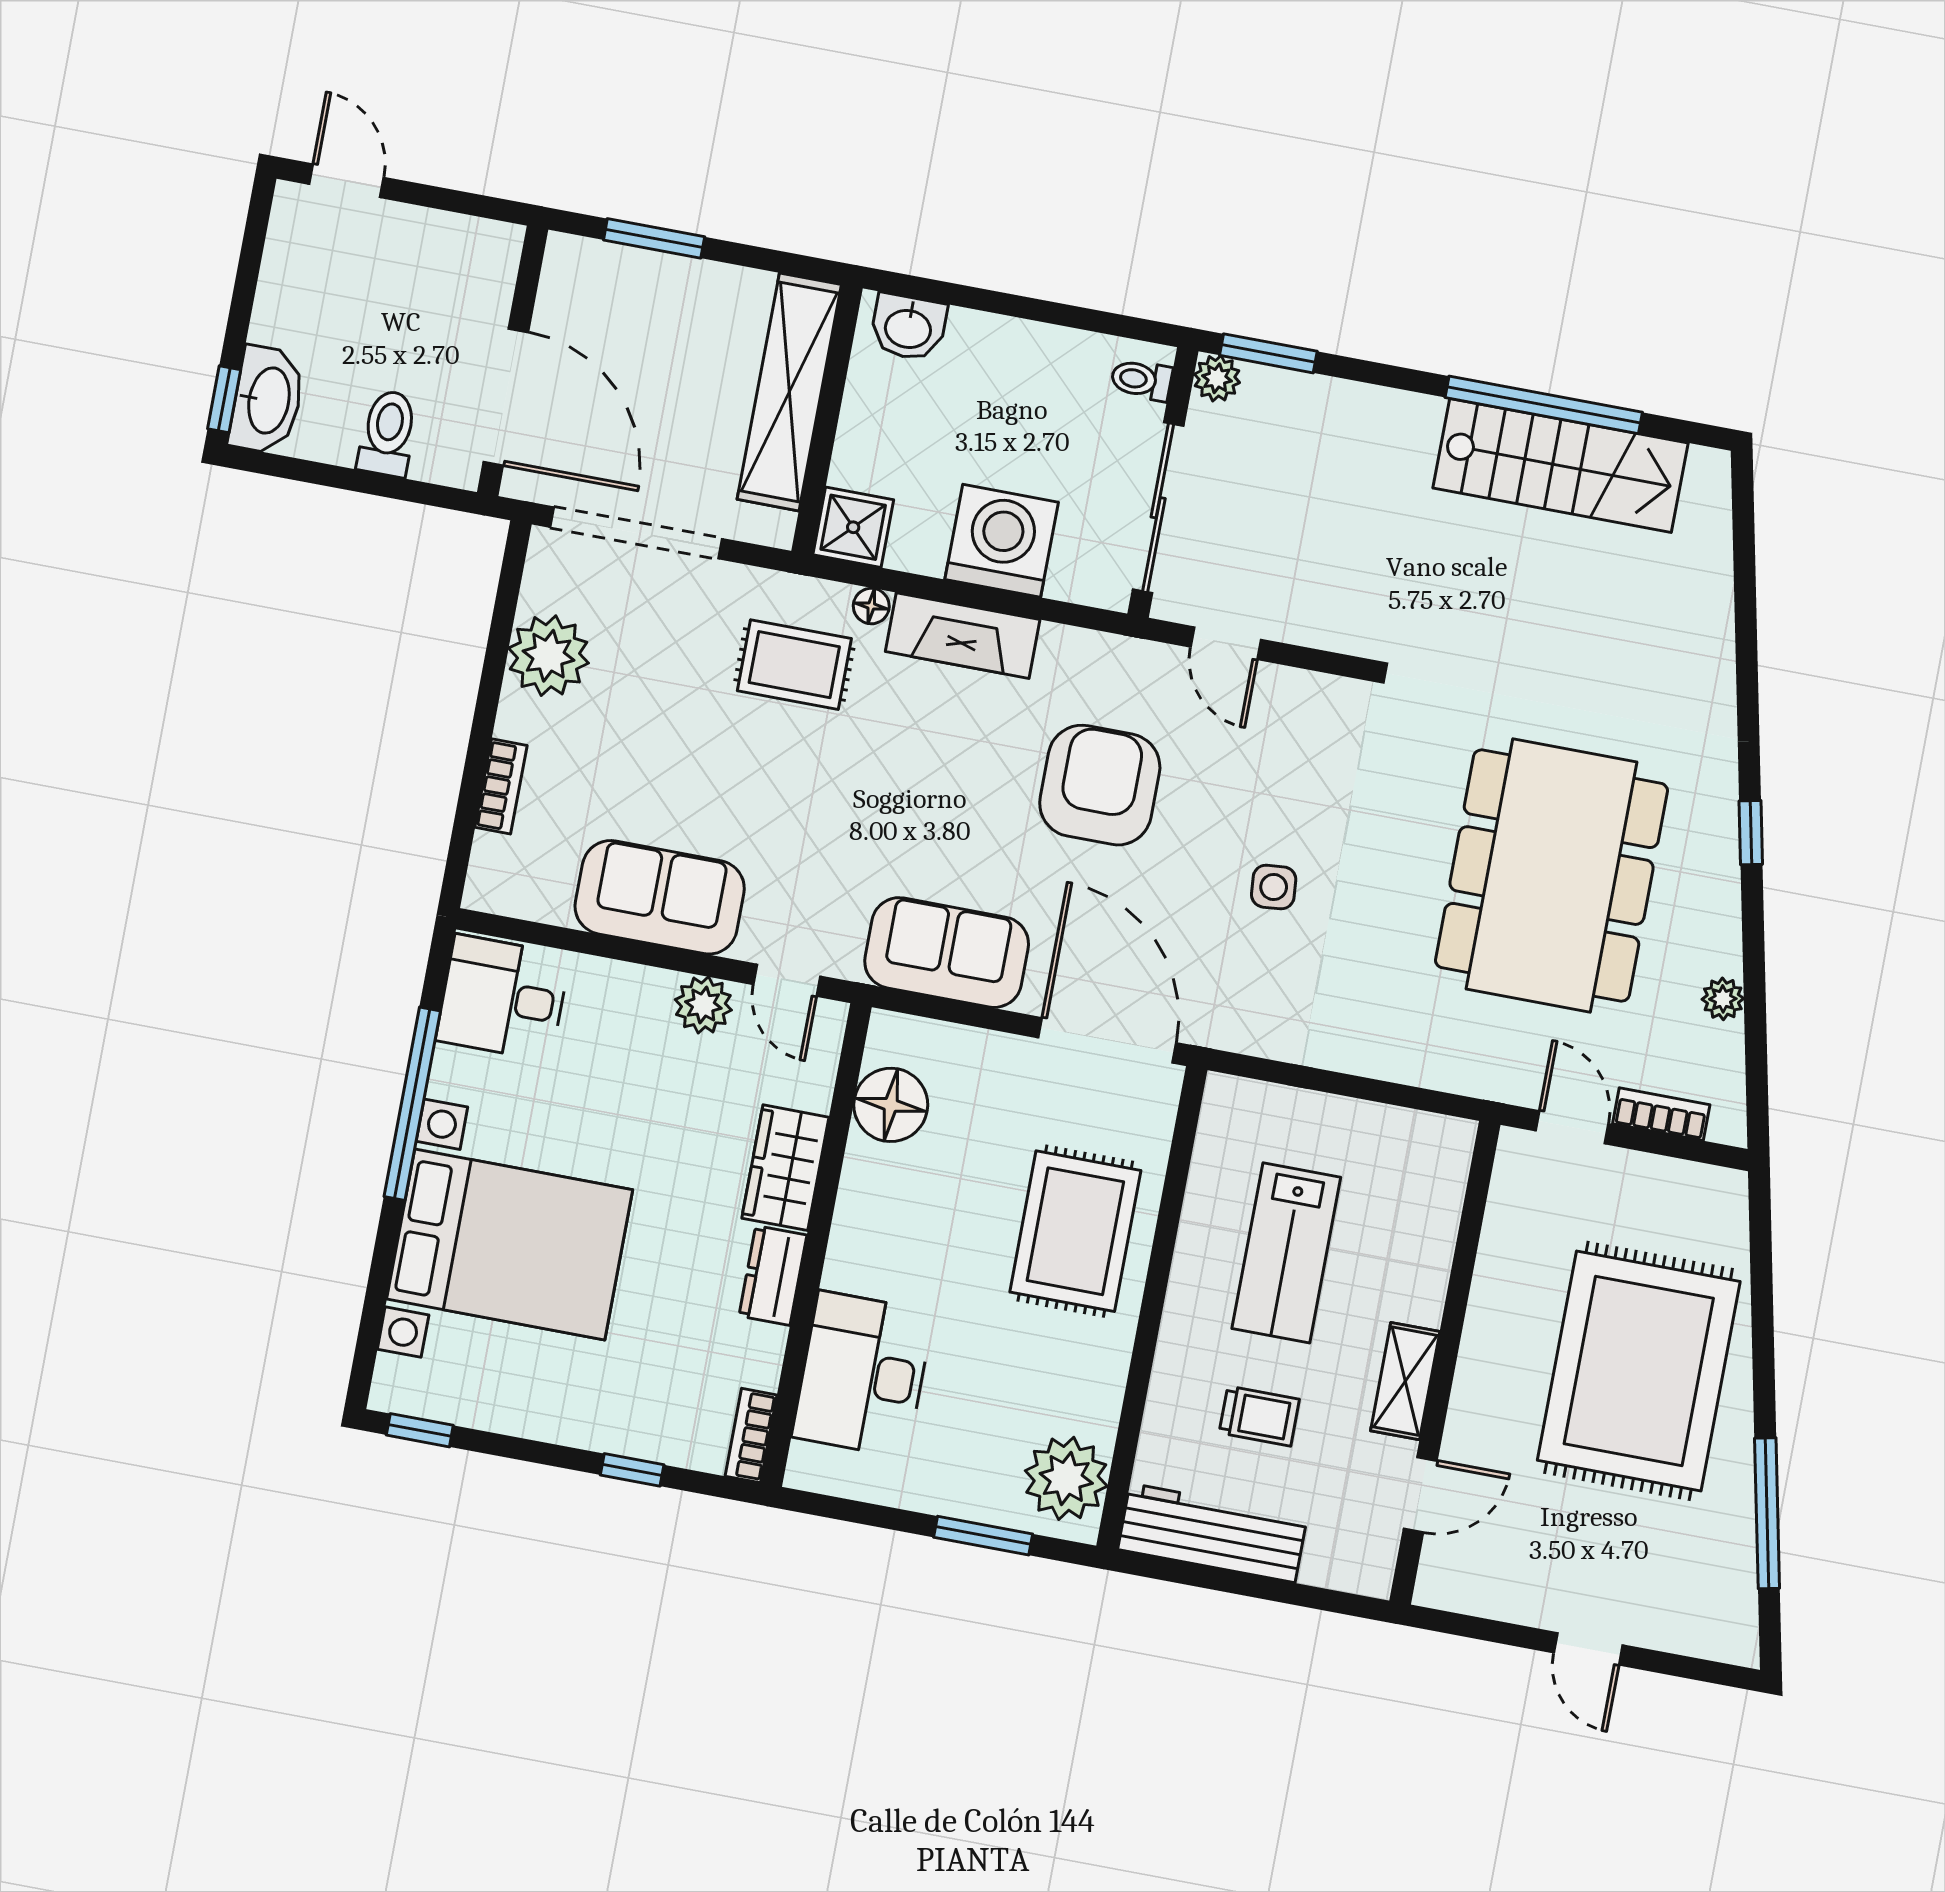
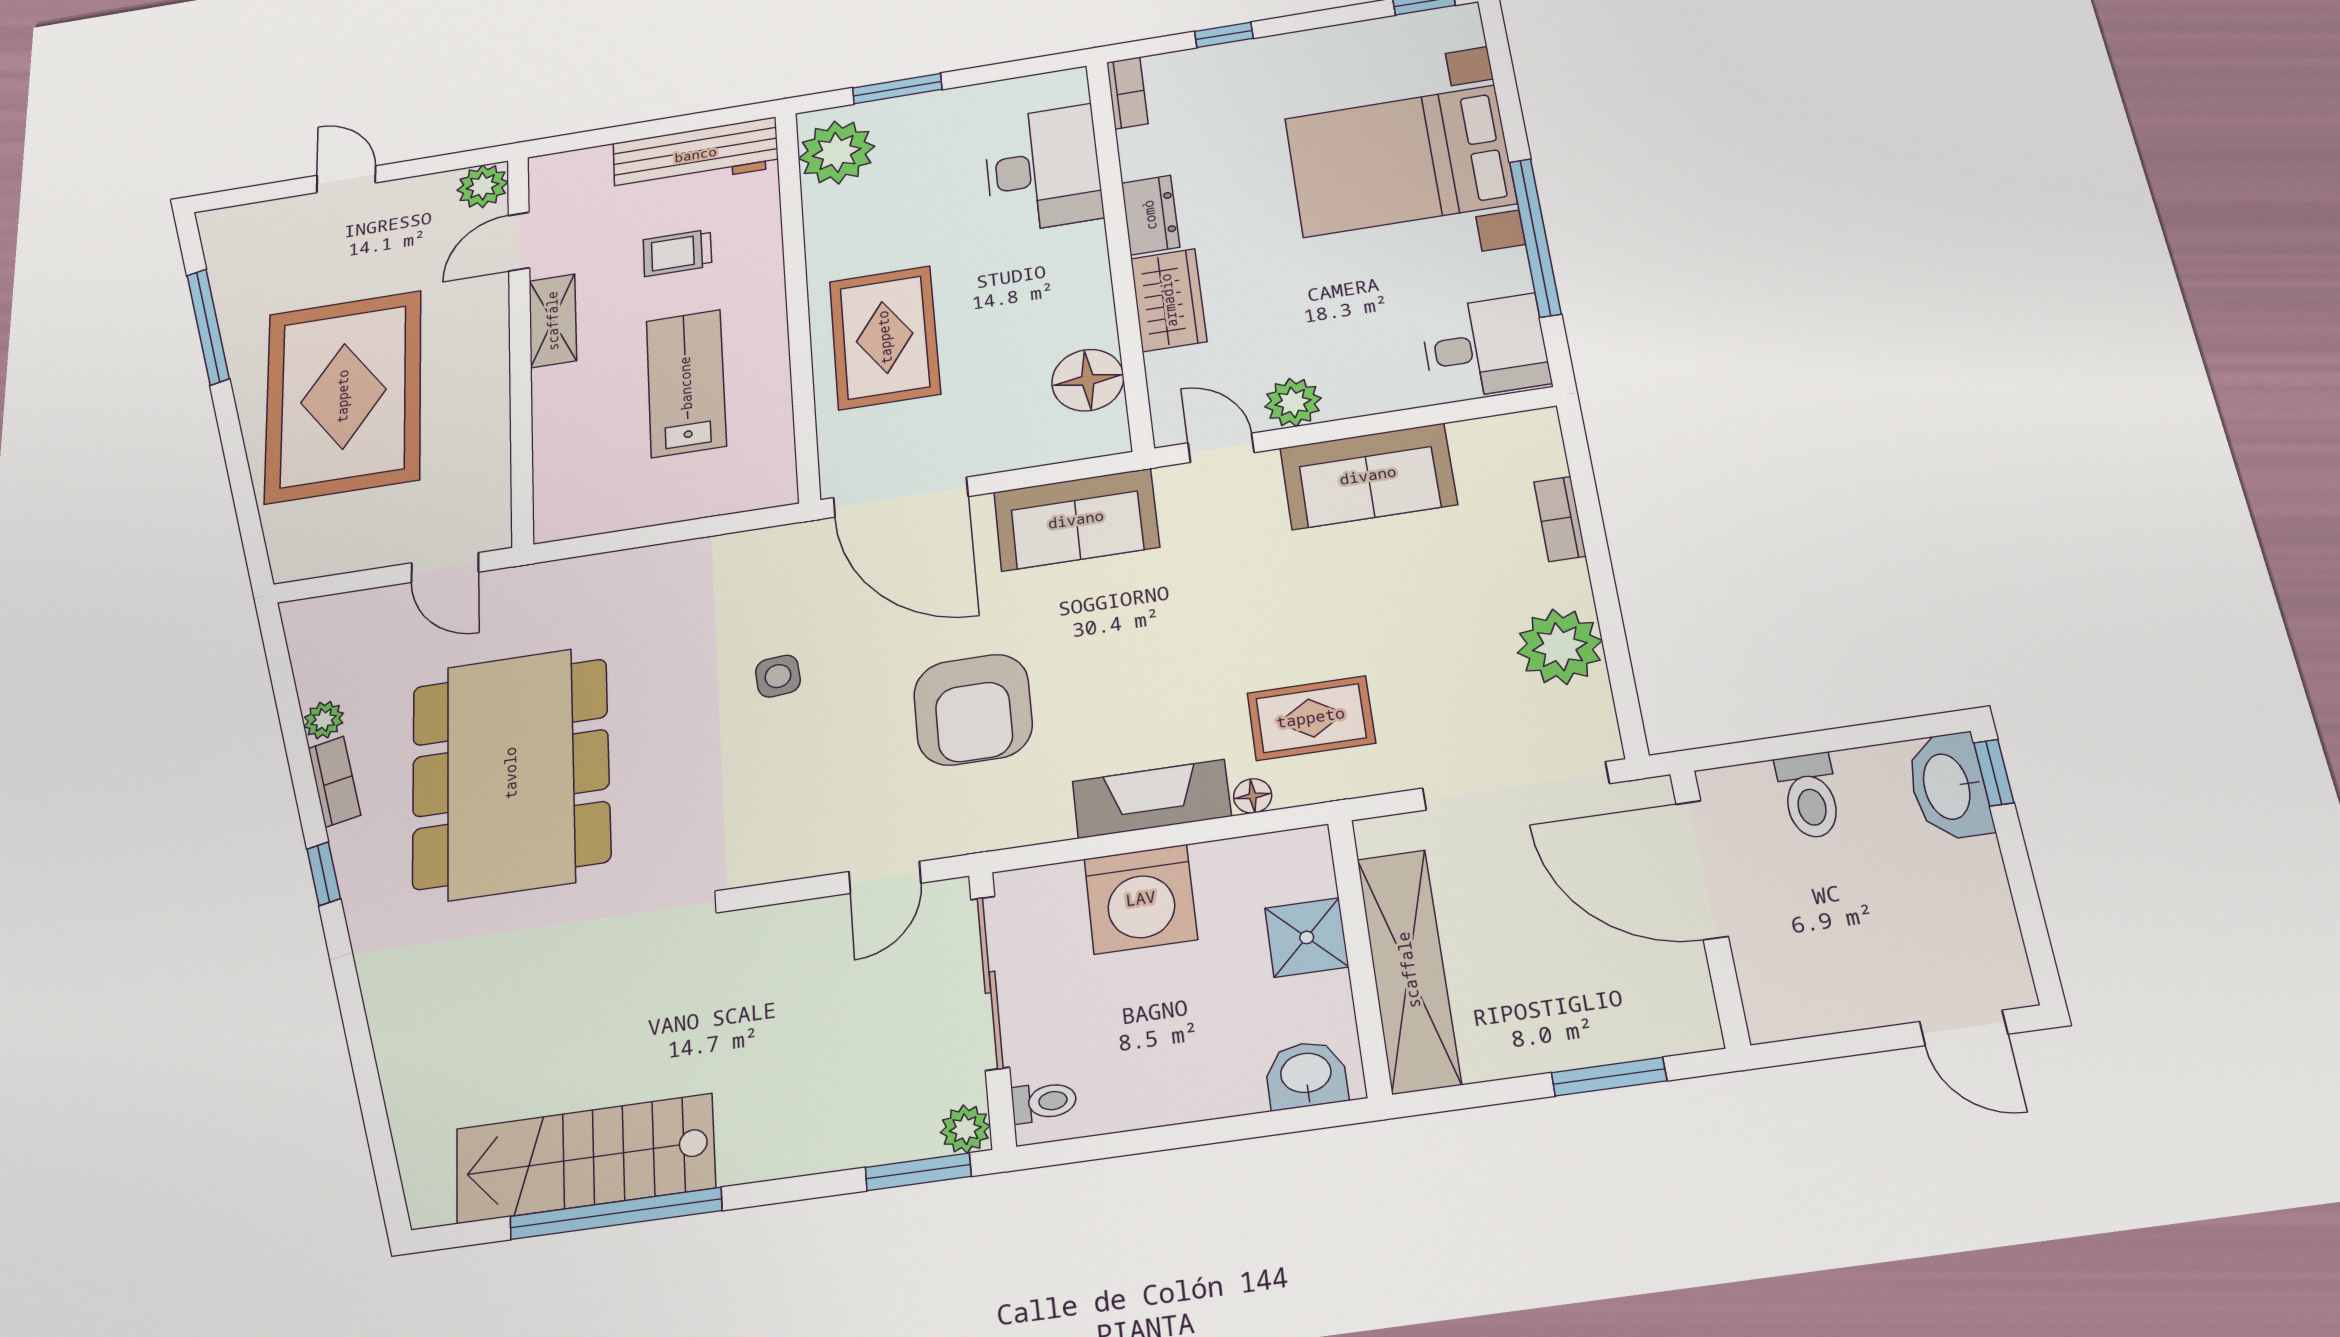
shower: (853, 527) -> (1307, 937), moved
door: (1226, 643) -> (885, 877), swing flipped
bookcase: (1661, 1114) -> (334, 782), moved, turned -102
plant: (1444, 1582) -> (483, 186), added

